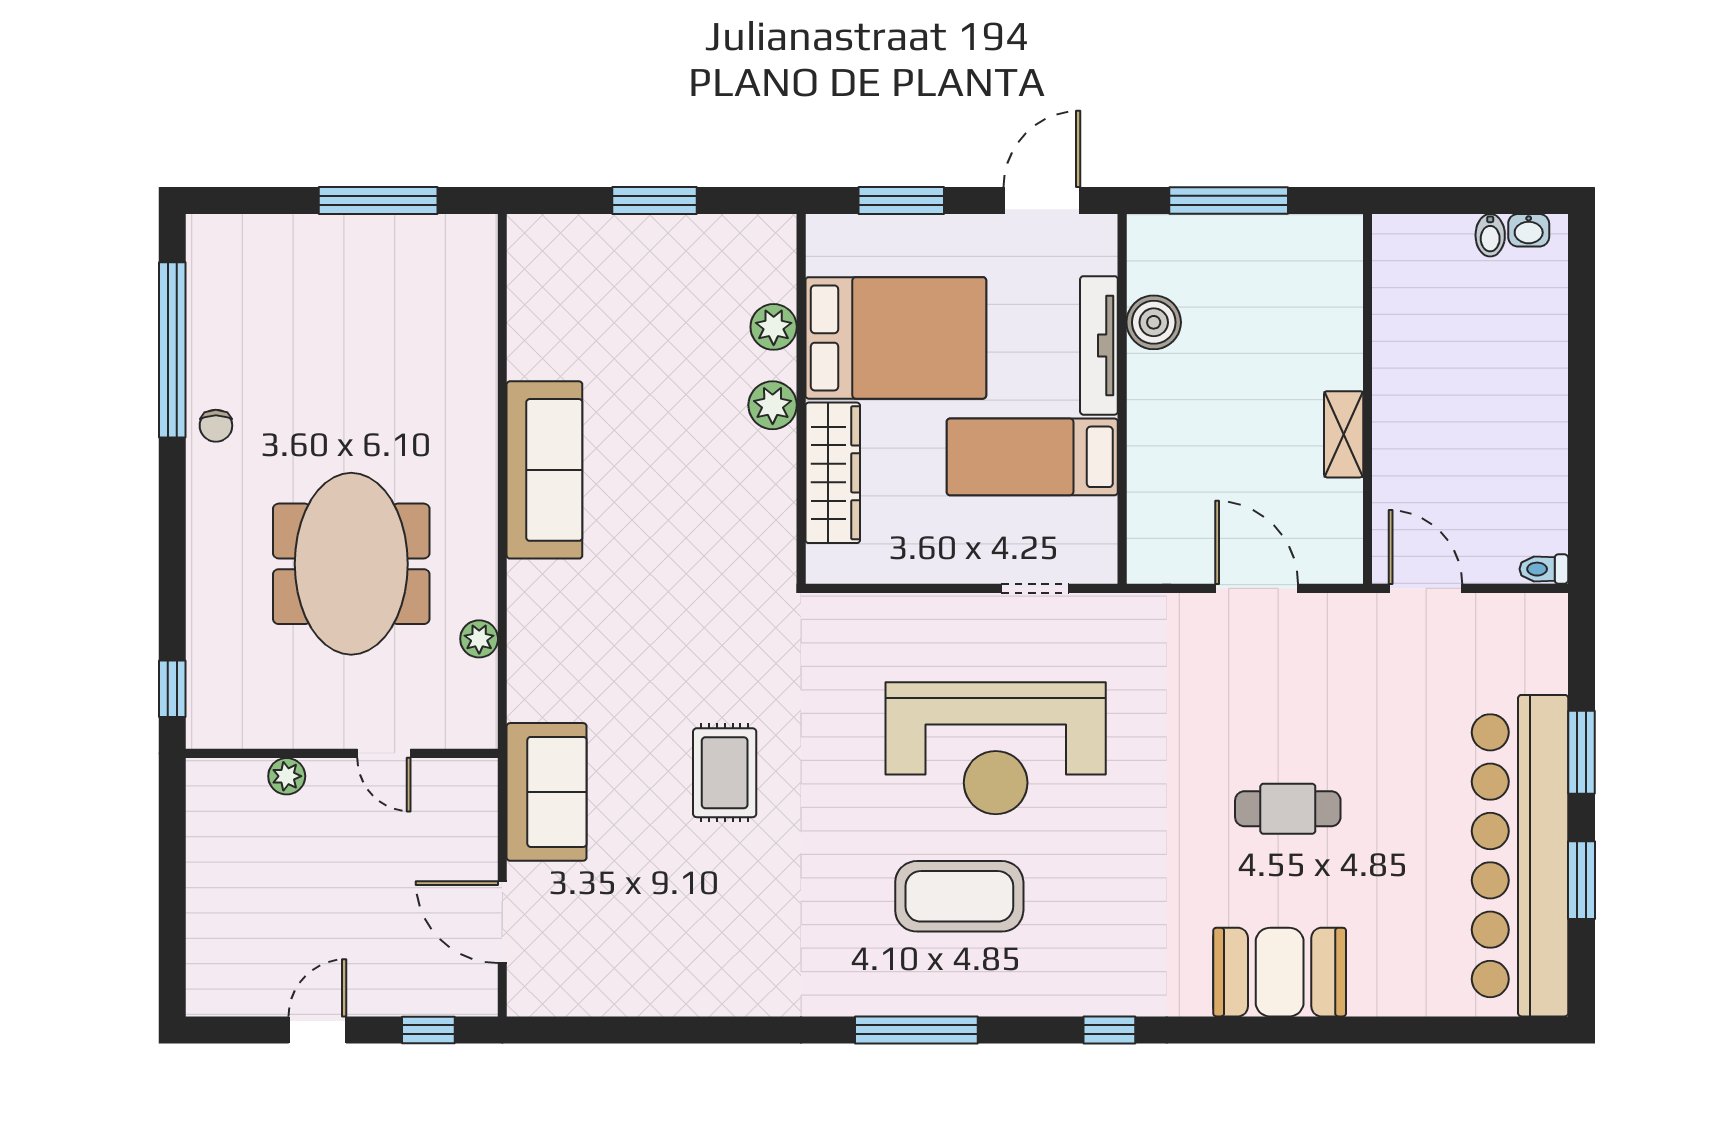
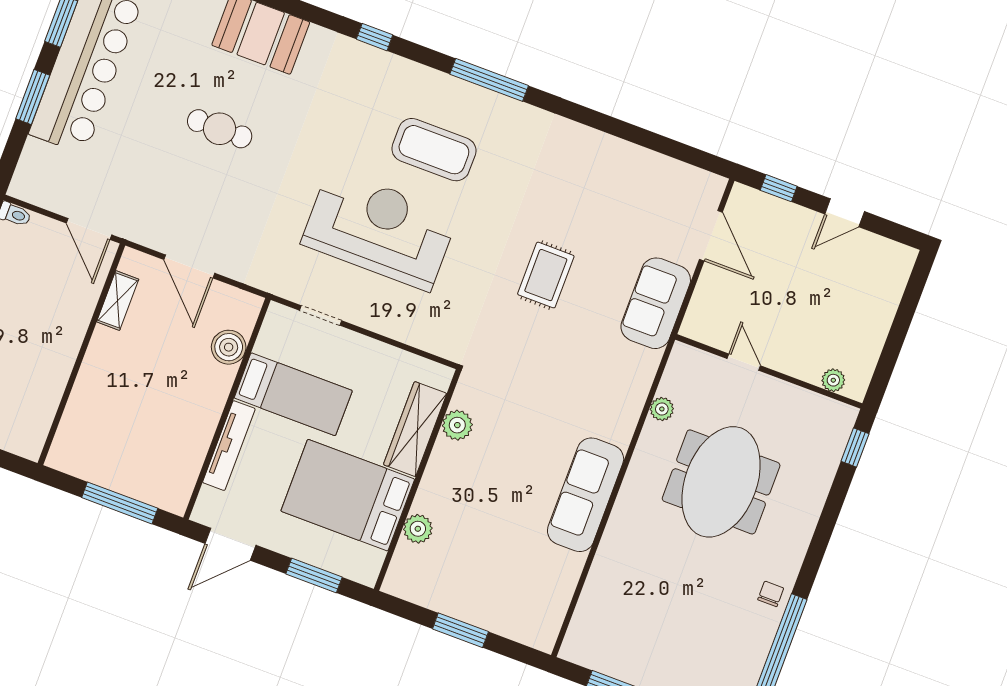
boiler: (1154, 322) -> (229, 347), moved
plant: (773, 405) -> (457, 425), moved
shelving: (1344, 434) -> (118, 300), moved
plant: (287, 776) -> (833, 380), moved

